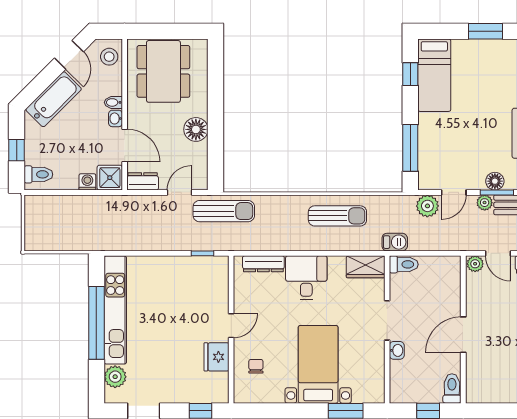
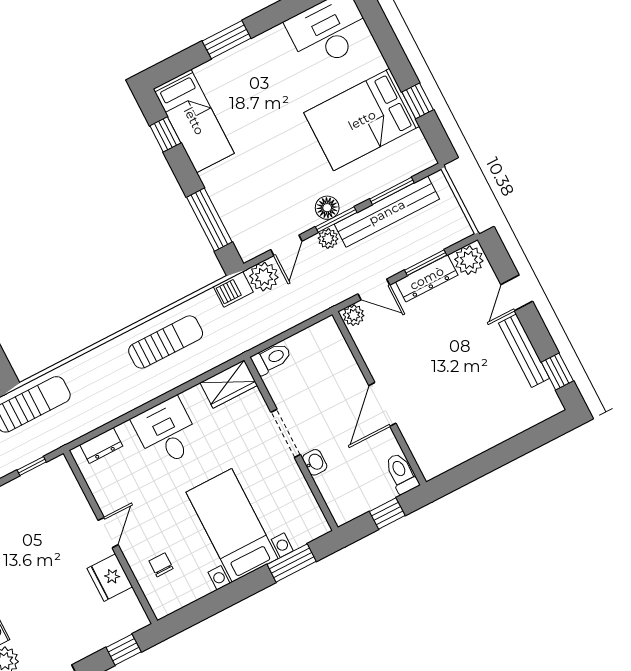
barbecue: (395, 242) -> (233, 289), moved, turned 180
dresser: (263, 264) -> (101, 445), width x0.70

